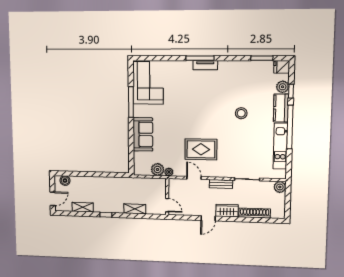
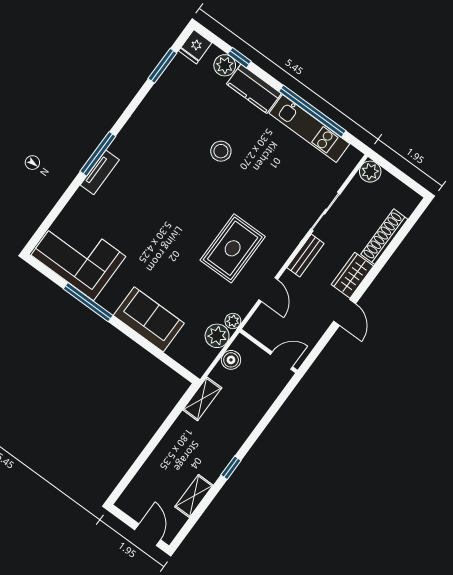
tv unit: (205, 65) -> (100, 172), moved
window: (290, 127) -> (312, 111), moved
door: (194, 178) -> (268, 290), swing flipped
boiler: (65, 181) -> (231, 360), moved
shelving: (135, 209) -> (202, 399), moved

